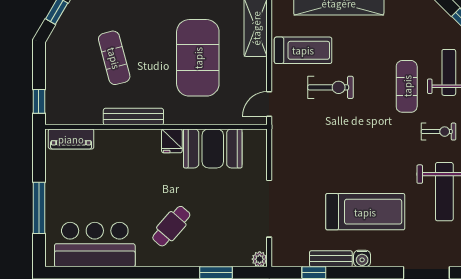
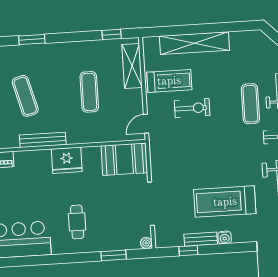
exercise mat: (198, 58) -> (89, 92), width x0.50, depth x0.69
fridge: (172, 141) -> (67, 160), width x1.88, depth x1.34
booth: (213, 148) -> (124, 159), moved
treadmill: (365, 212) -> (225, 202), turned 180
cafe table: (171, 226) -> (77, 222), turned -41

